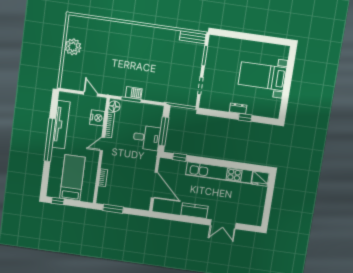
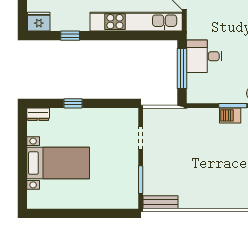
dresser: (238, 109) -> (38, 114), moved
window: (180, 157) -> (70, 36), moved
kitchen unit: (219, 173) -> (136, 22), moved

